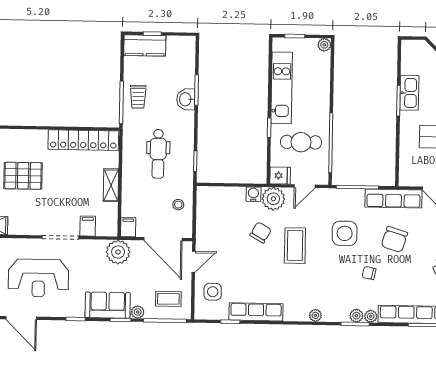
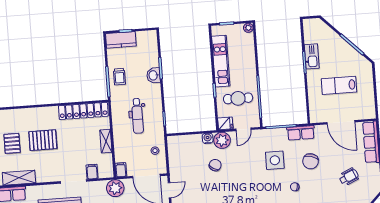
row of seats: (393, 198) -> (301, 133), width x0.68
coffee table: (295, 246) -> (240, 172), removed

